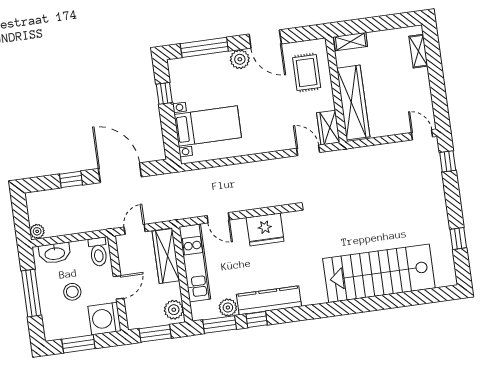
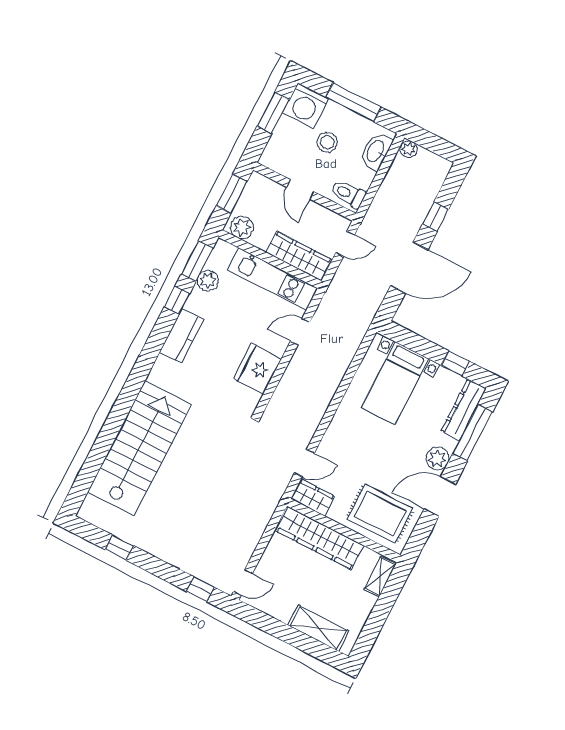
shelving: (418, 51) -> (318, 628), width x1.50, depth x1.33
dresser: (193, 65) -> (463, 410), added
rug: (307, 73) -> (380, 514), width x1.36, depth x1.43
door: (135, 229) -> (345, 244), hinge flipped
kitchen counter: (269, 300) -> (181, 336), width x0.67
washing machine: (104, 319) -> (305, 106), moved, turned 180

